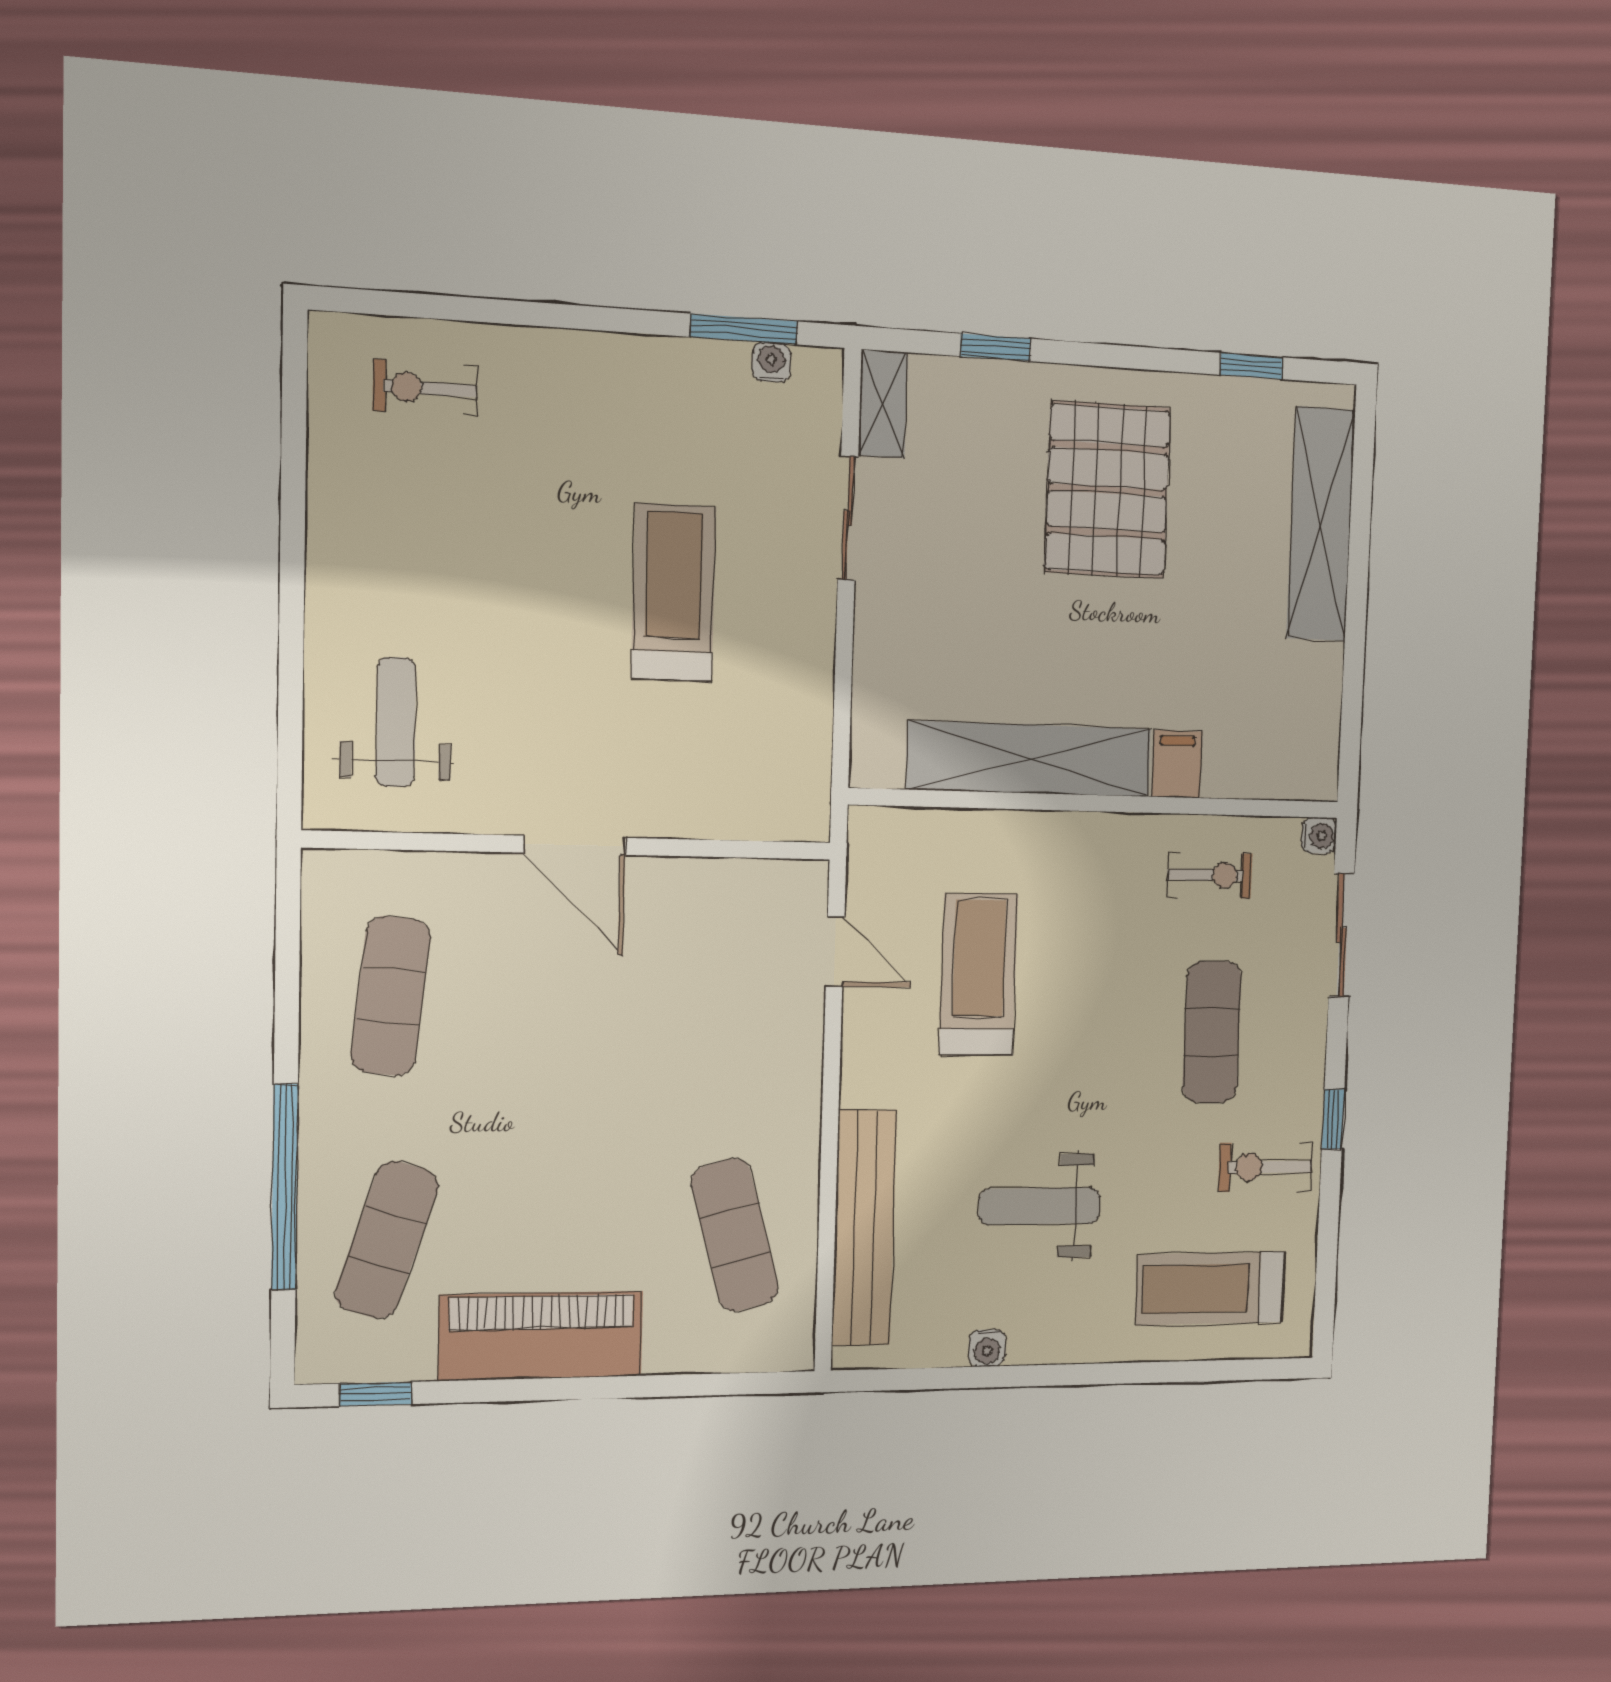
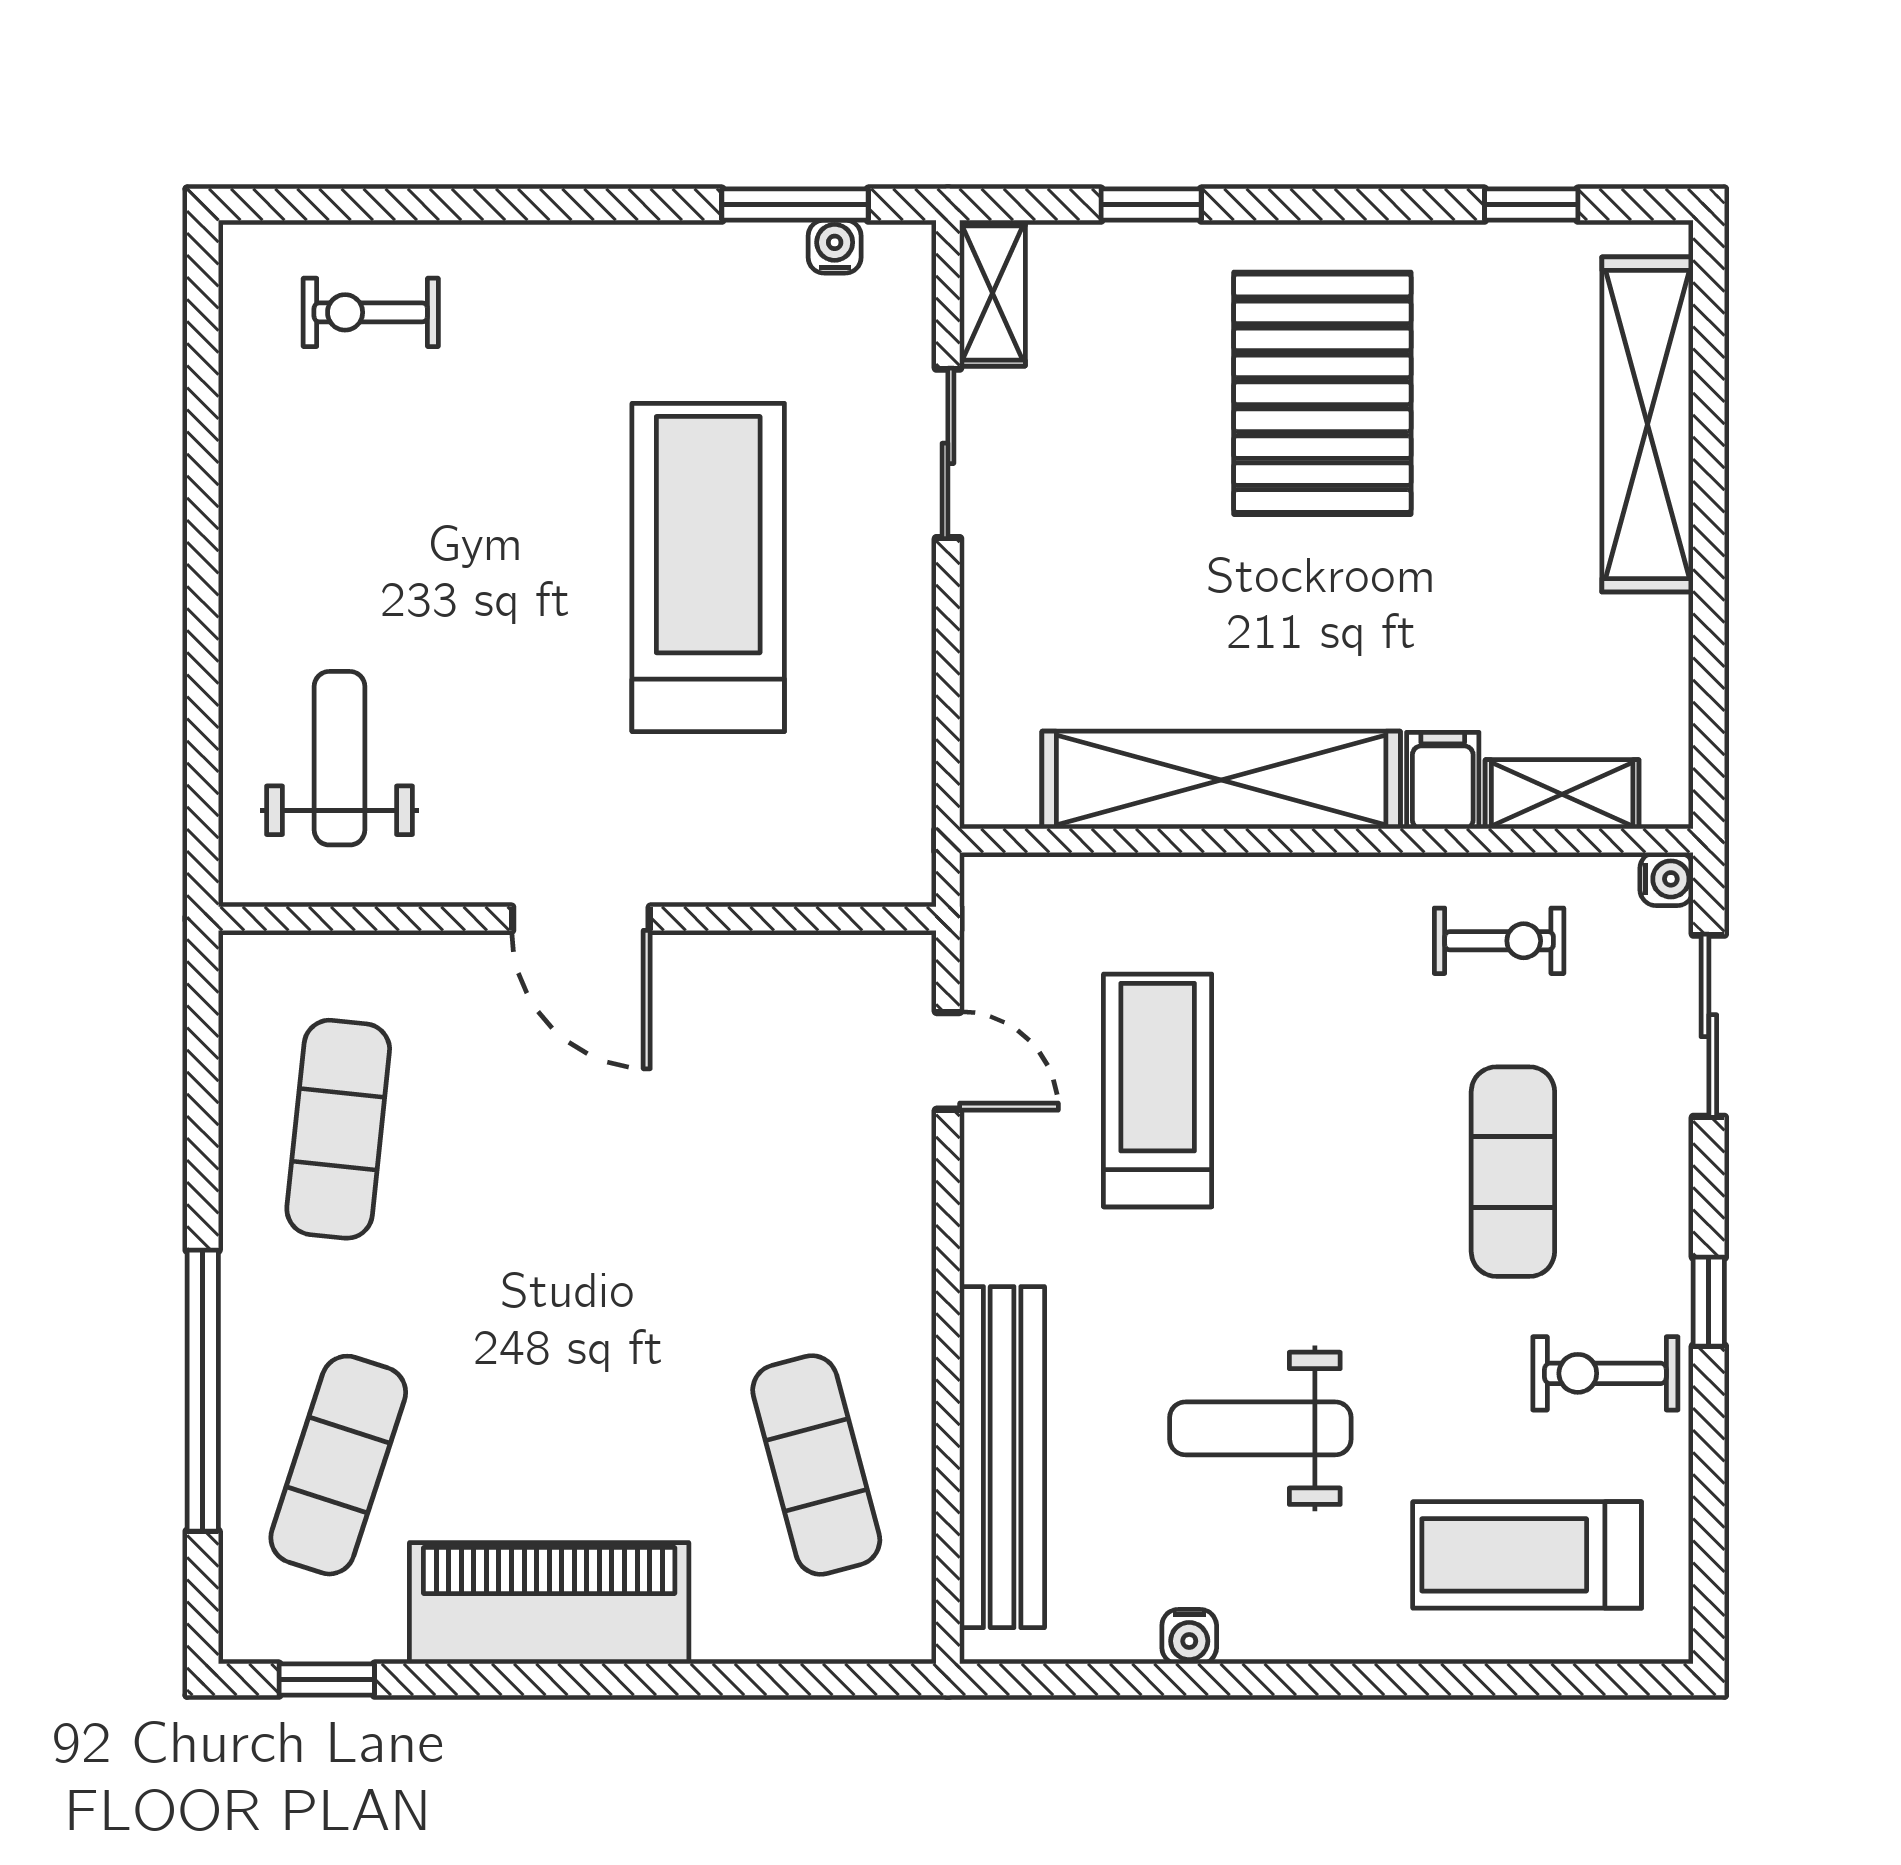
treadmill: (674, 592) -> (708, 567), width x1.37, depth x1.38
shelving: (1254, 776) -> (1562, 794), added

